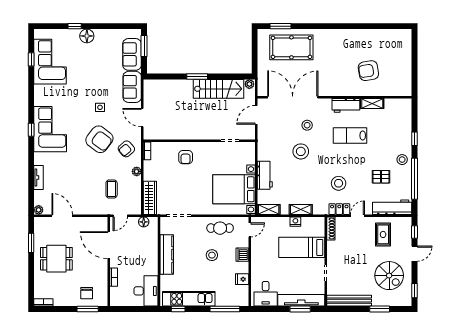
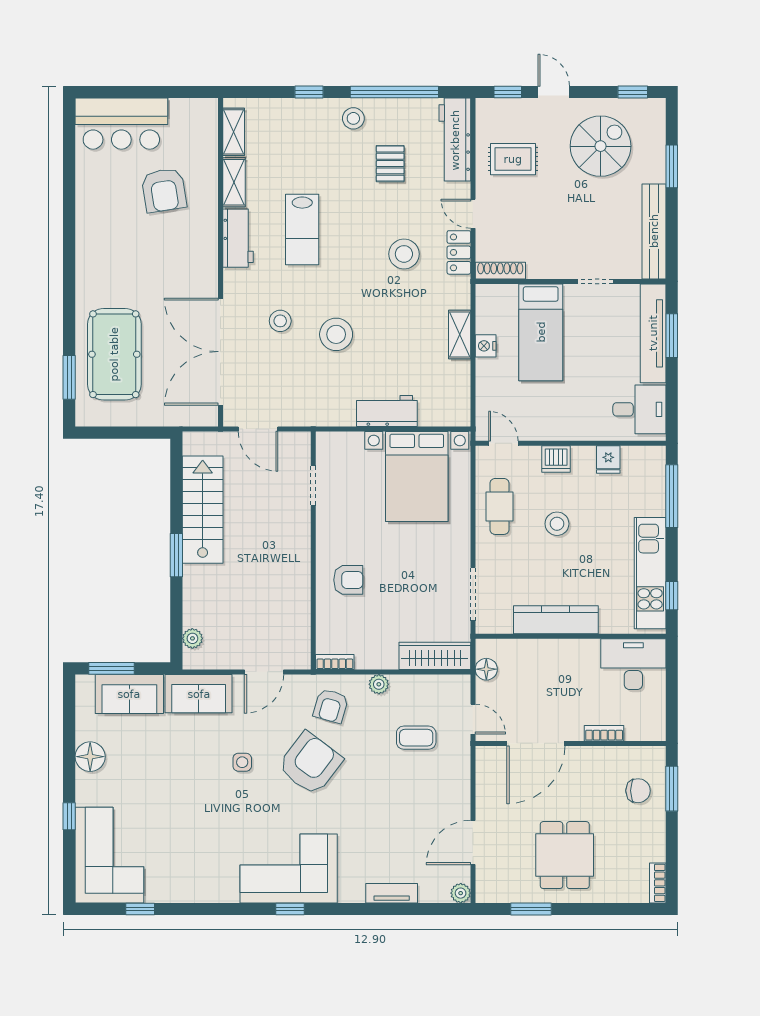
floor lamp: (87, 36) -> (90, 757), moved
bar counter: (400, 51) -> (121, 124), added
corner sofa: (50, 62) -> (109, 855), moved, turned 90
plant: (249, 84) -> (192, 638), moved
armchair: (126, 149) -> (331, 706), turned 57
shelving: (269, 209) -> (234, 132), moved

